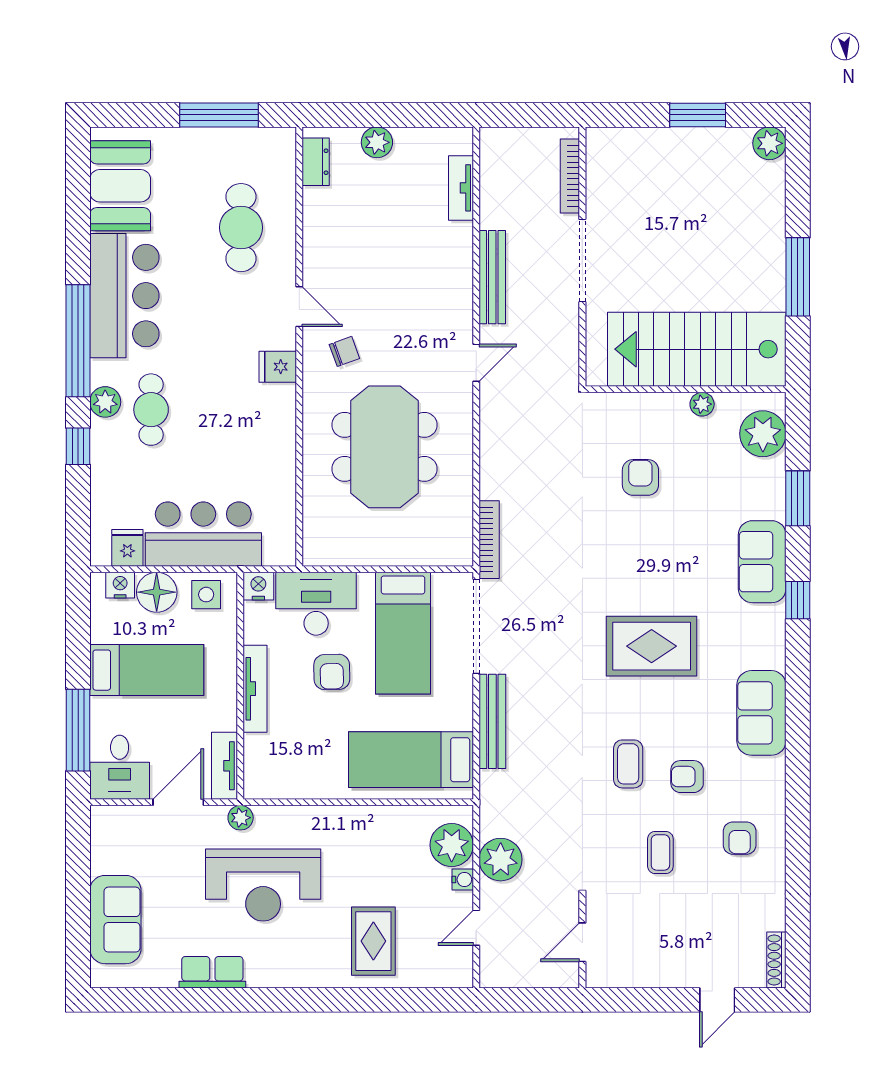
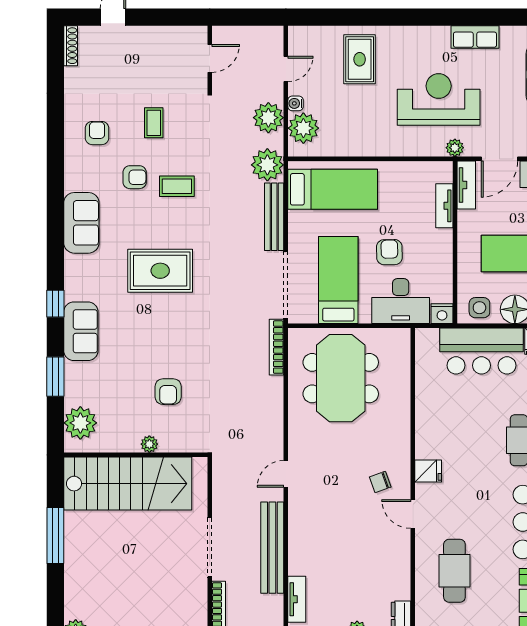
bench: (492, 277) -> (272, 548), width x1.37, depth x1.21
plant: (702, 404) -> (149, 444), moved
meeting table: (384, 447) -> (341, 378), moved
tv unit: (255, 689) -> (444, 206), moved, width x0.71
coffee table: (628, 764) -> (177, 186), turned 90
plant: (502, 794) -> (267, 165), added

